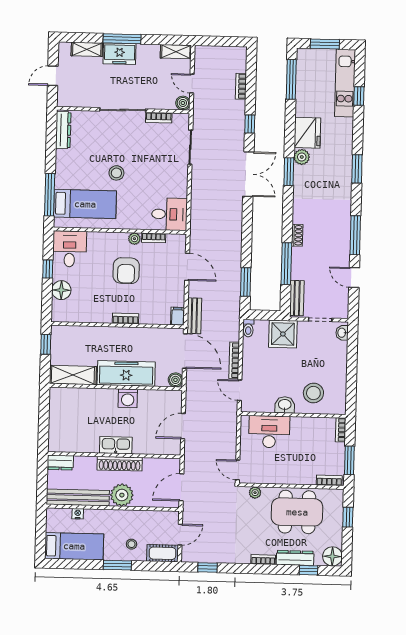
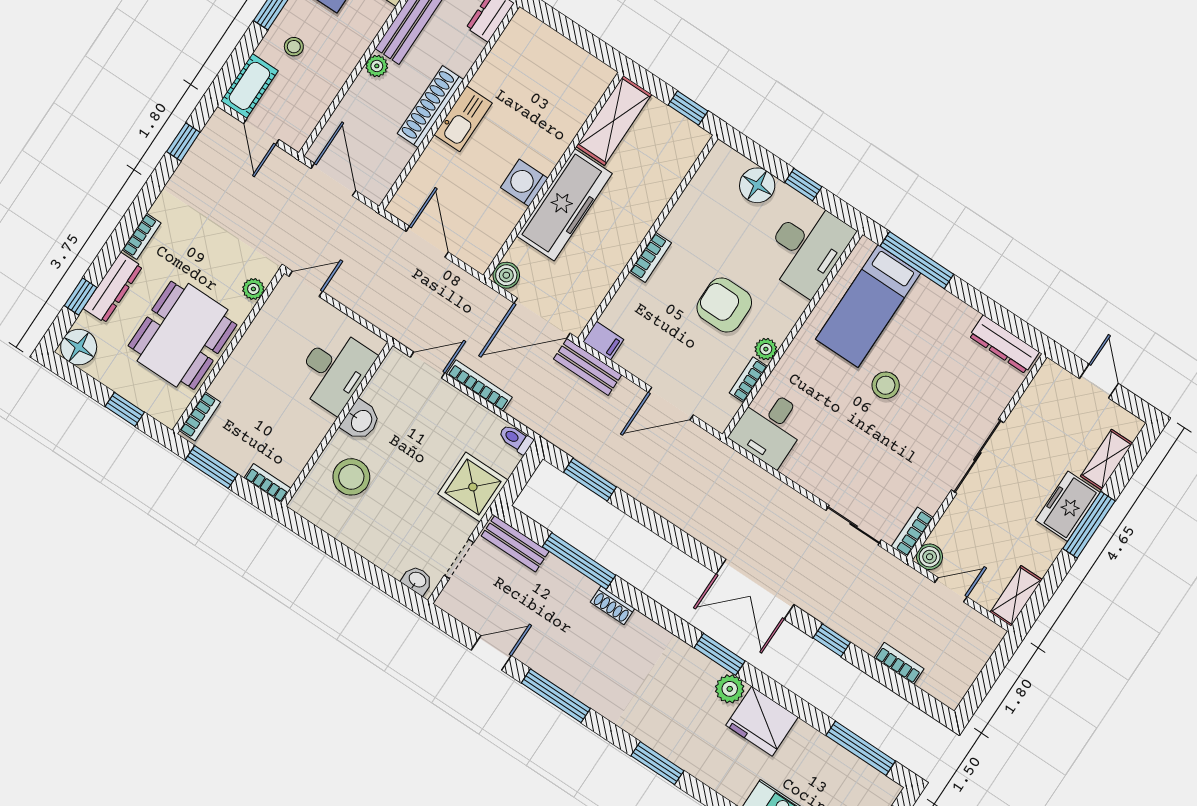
bookcase: (159, 118) -> (912, 532), moved
desk: (70, 249) -> (807, 248), width x1.37
plant: (122, 495) -> (377, 66), width x0.53, depth x0.53

